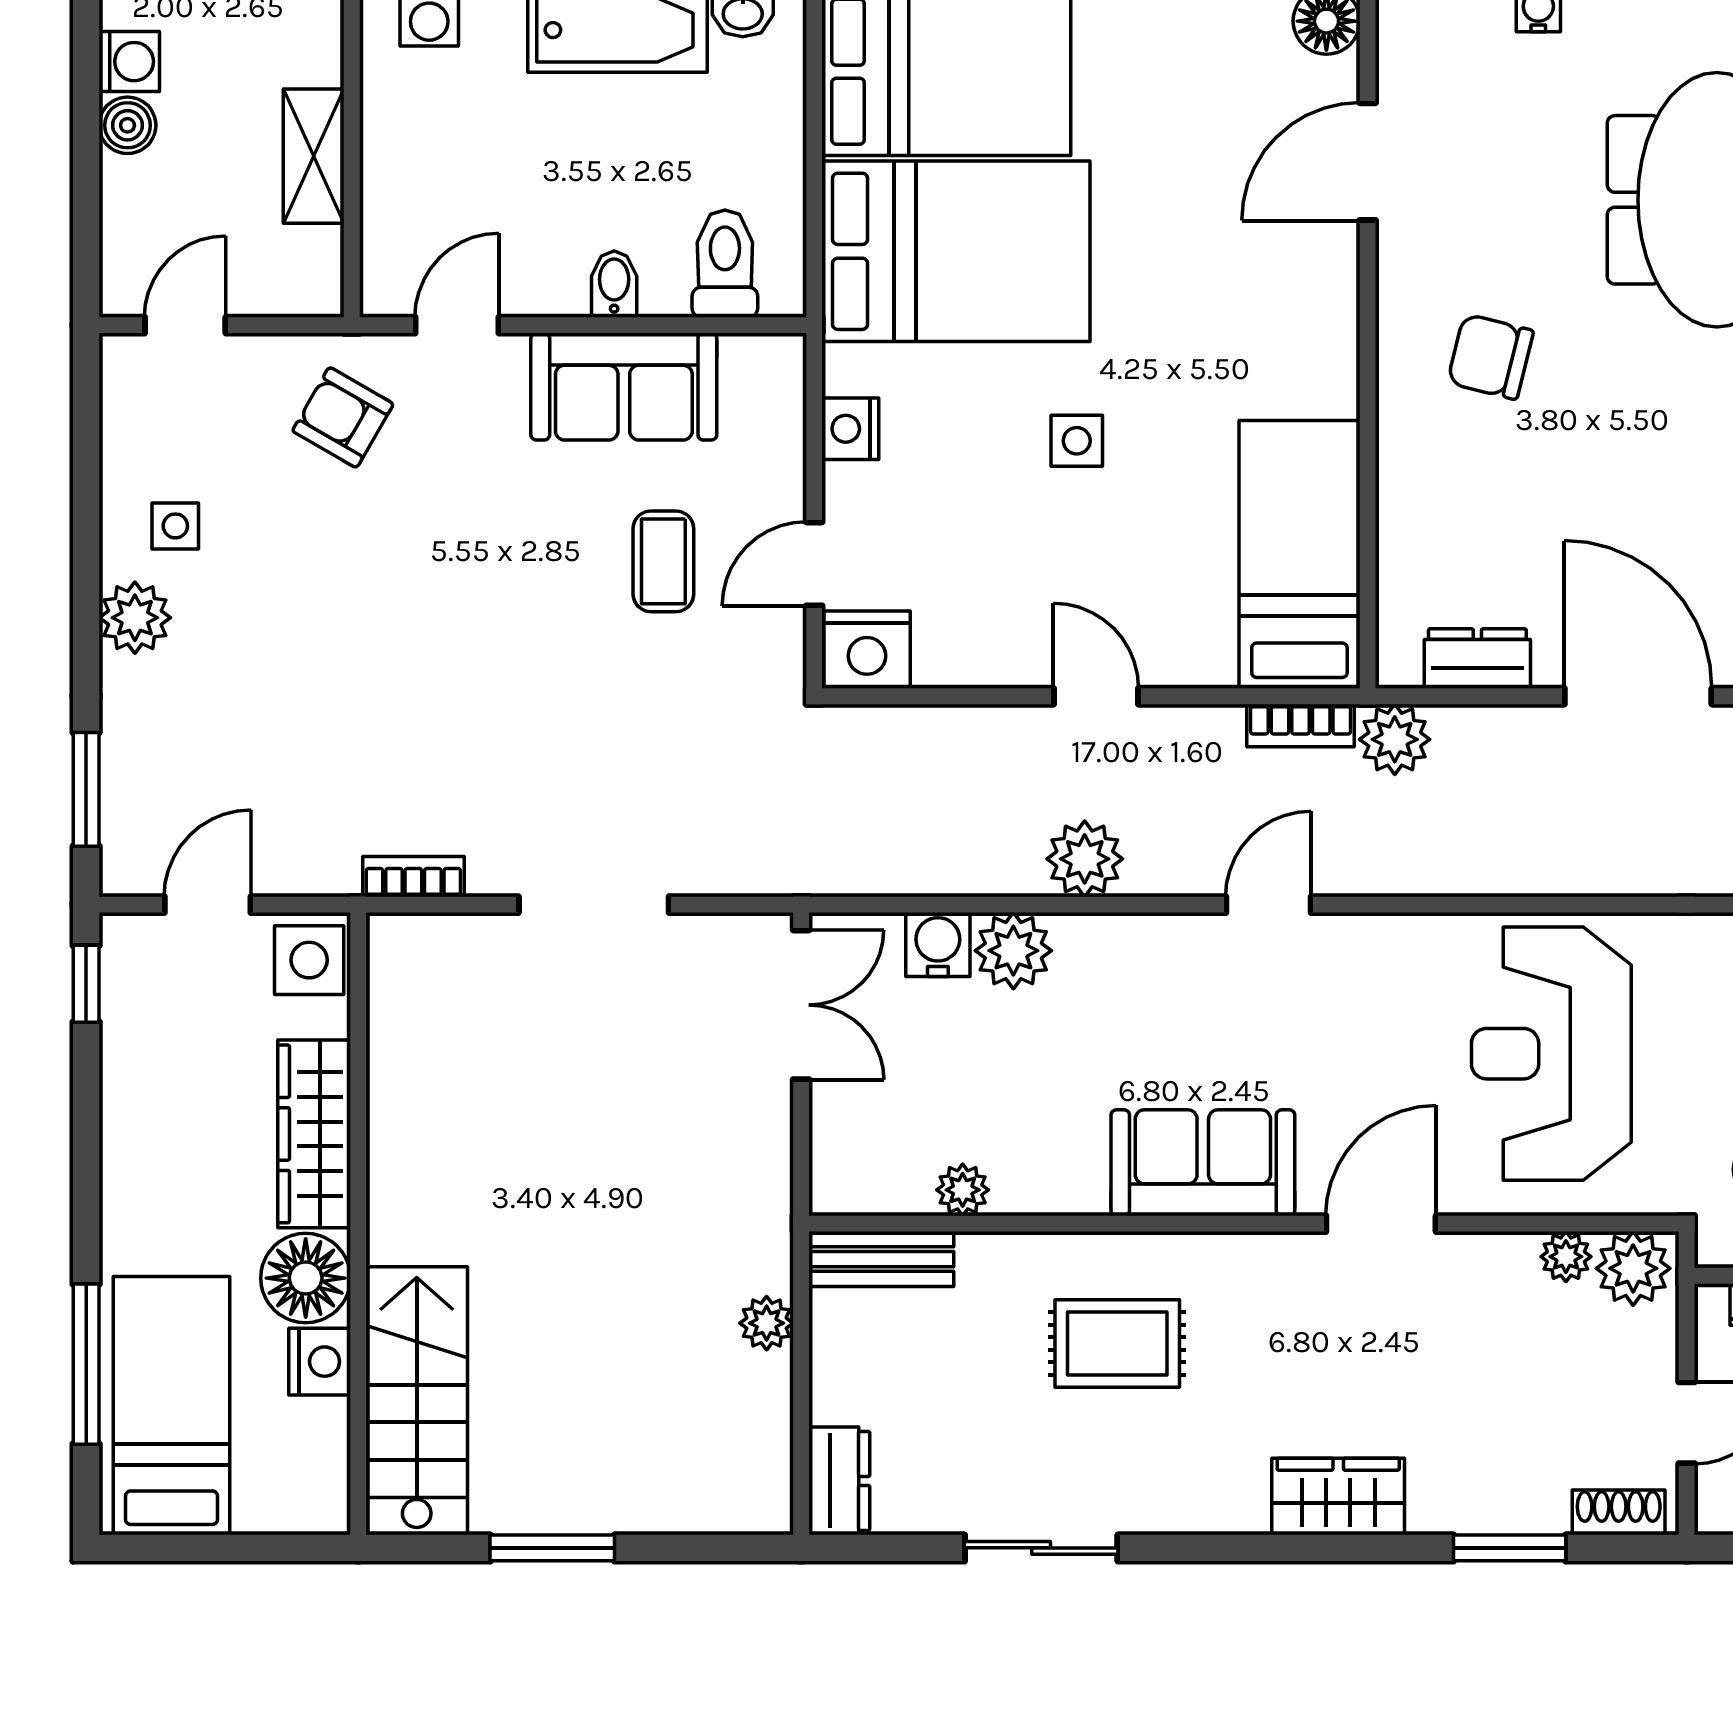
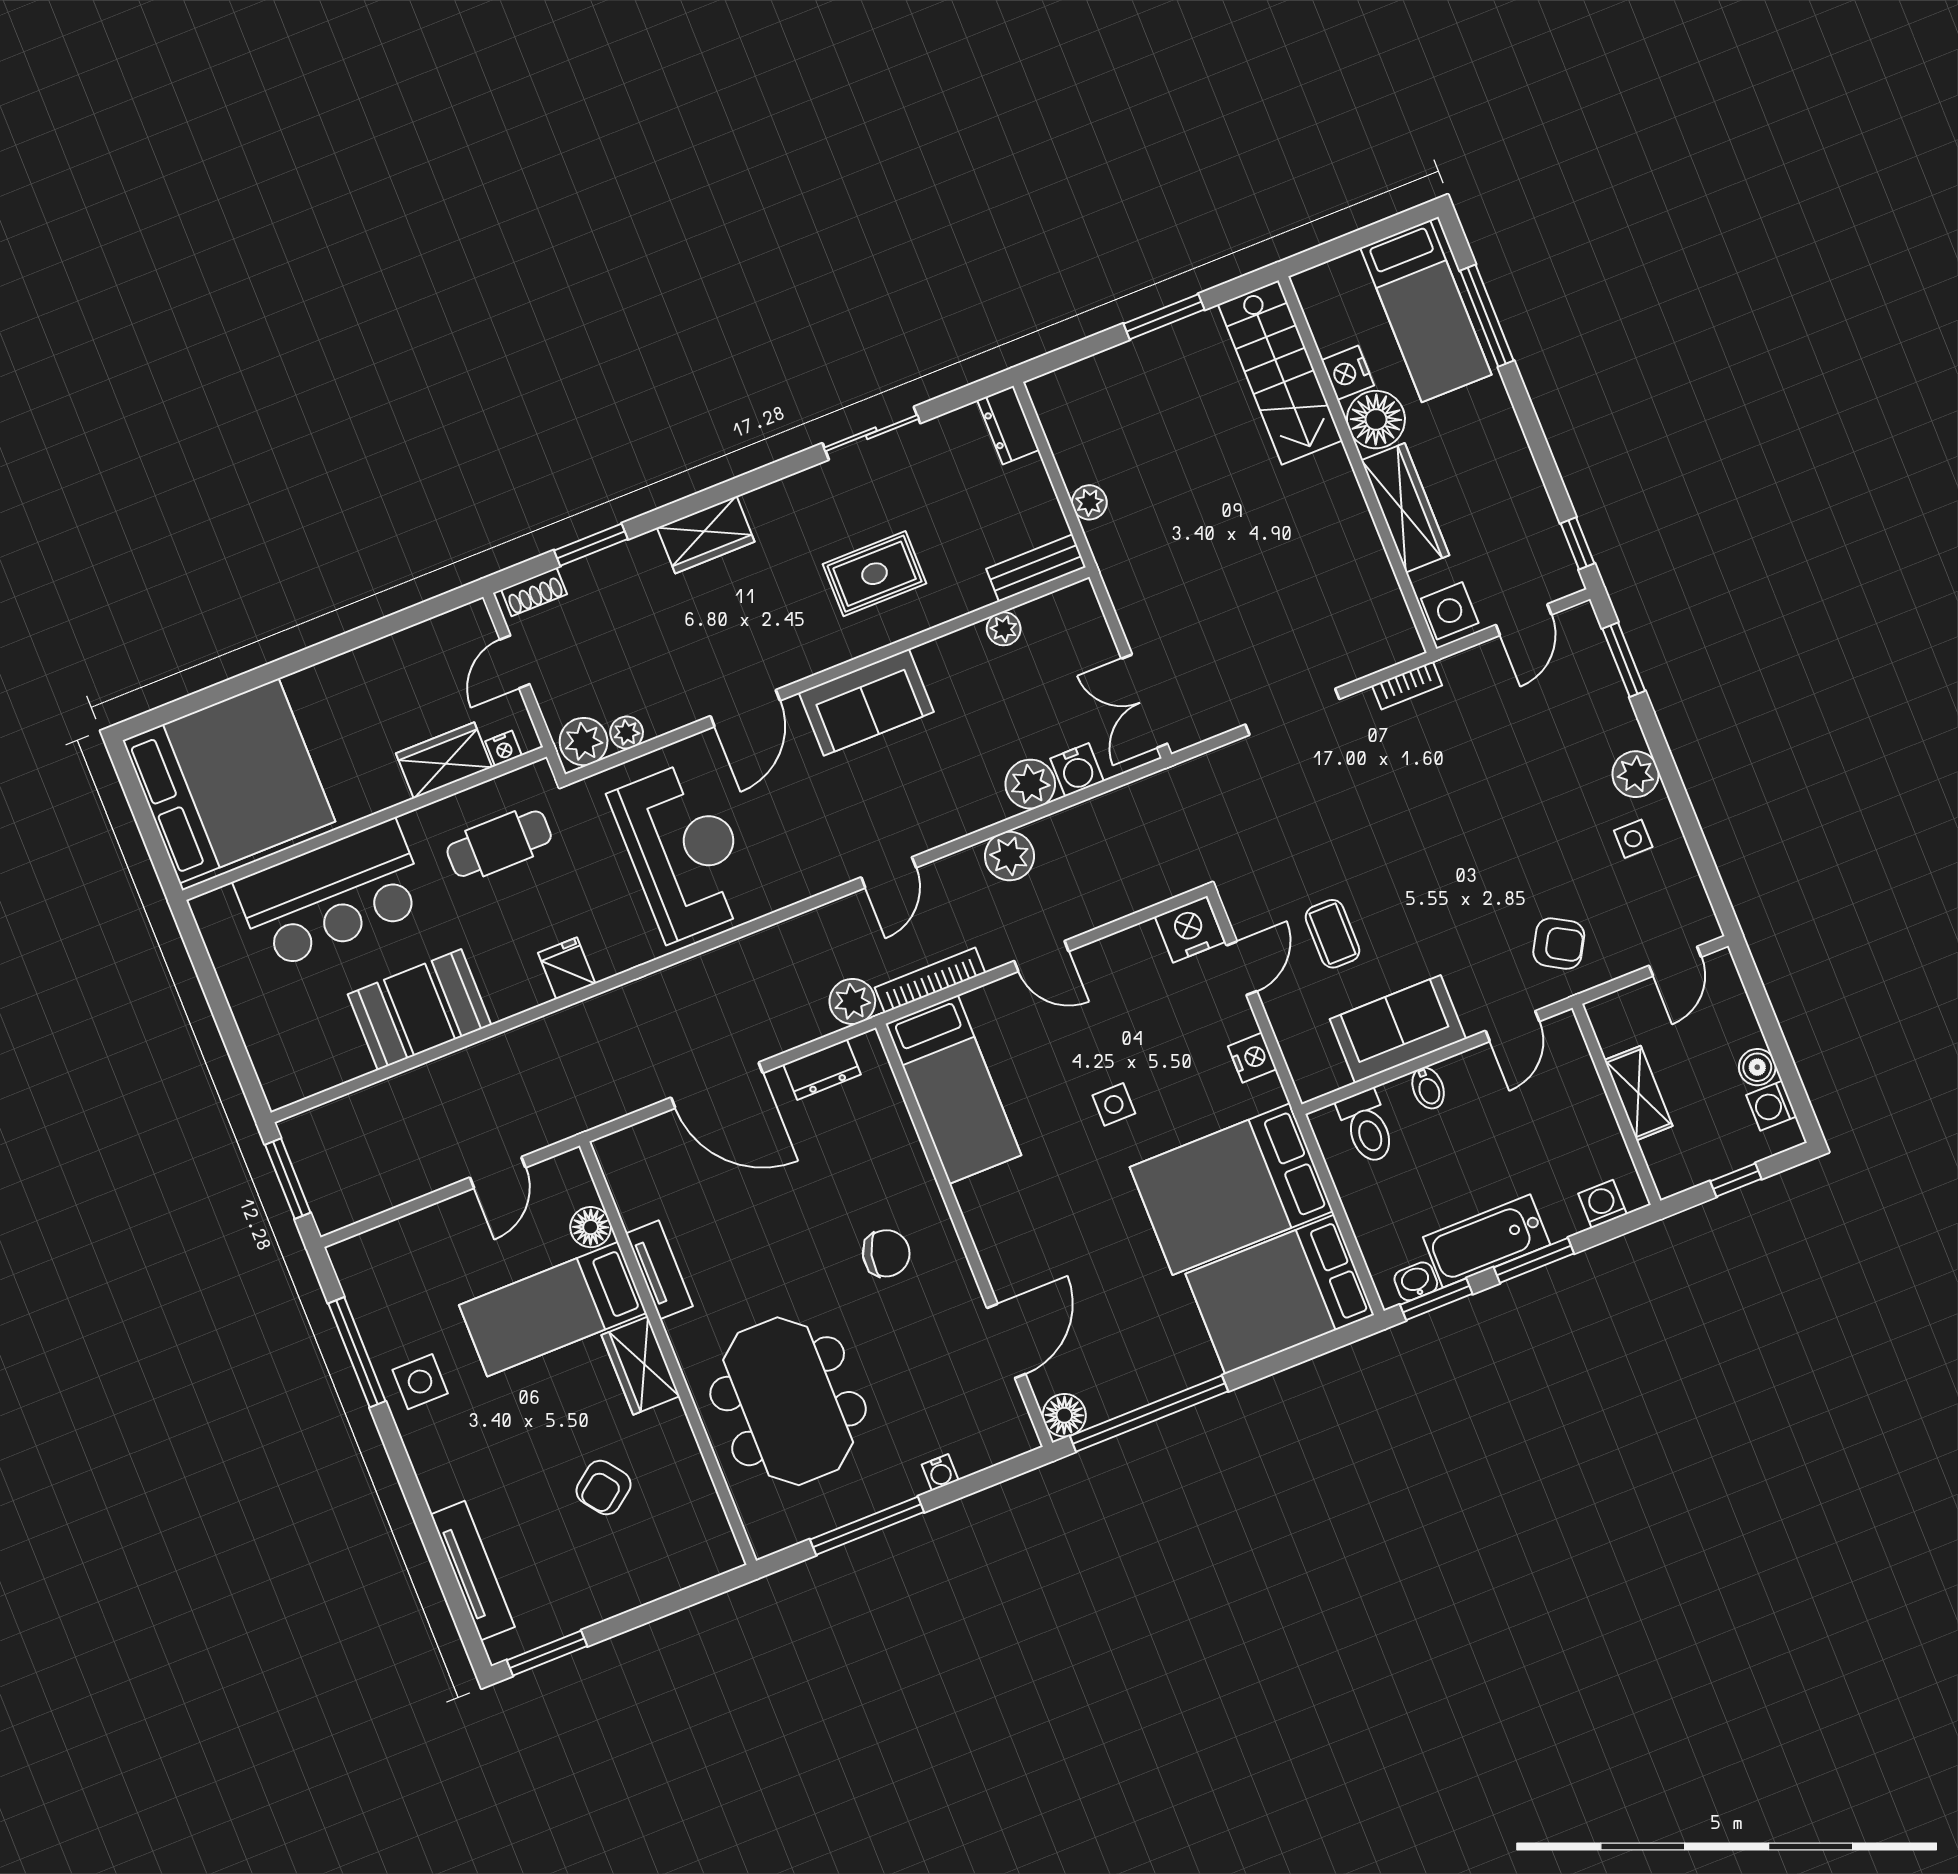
bookcase: (1301, 725) -> (930, 980), width x1.56

